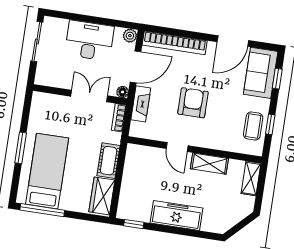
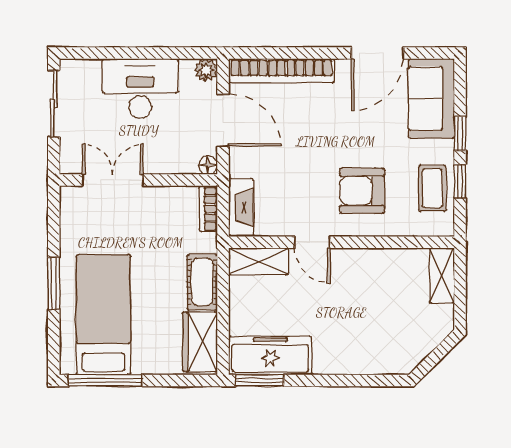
door: (135, 67) -> (223, 120), hinge flipped
window: (277, 79) -> (460, 134), moved
double door: (89, 96) -> (113, 180), moved
armchair: (193, 103) -> (362, 191), moved, turned -90
fireplace: (141, 104) -> (241, 207), moved
shelving: (209, 164) -> (259, 261), moved
freezer: (176, 216) -> (270, 355), moved
window: (134, 224) -> (260, 380), width x1.50

